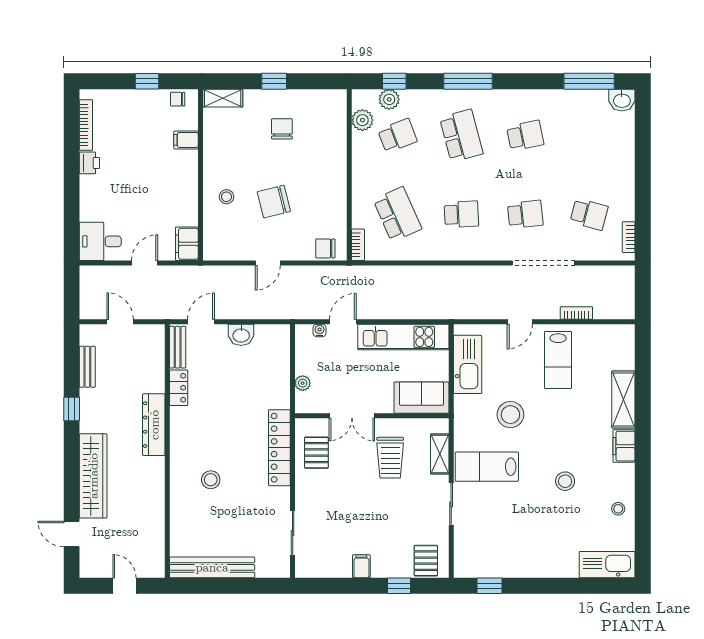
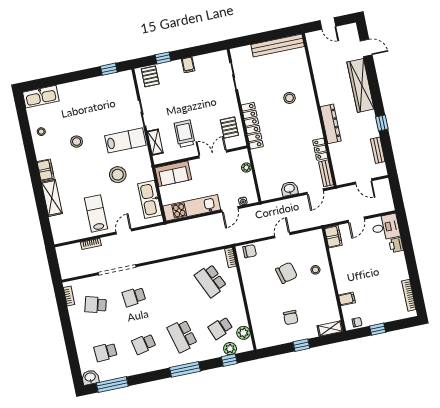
printer: (89, 163) -> (396, 245), moved
school desk: (461, 214) -> (105, 352), moved

